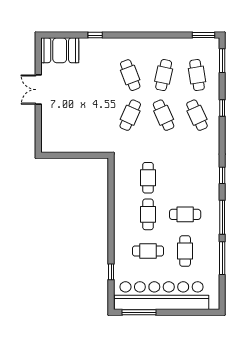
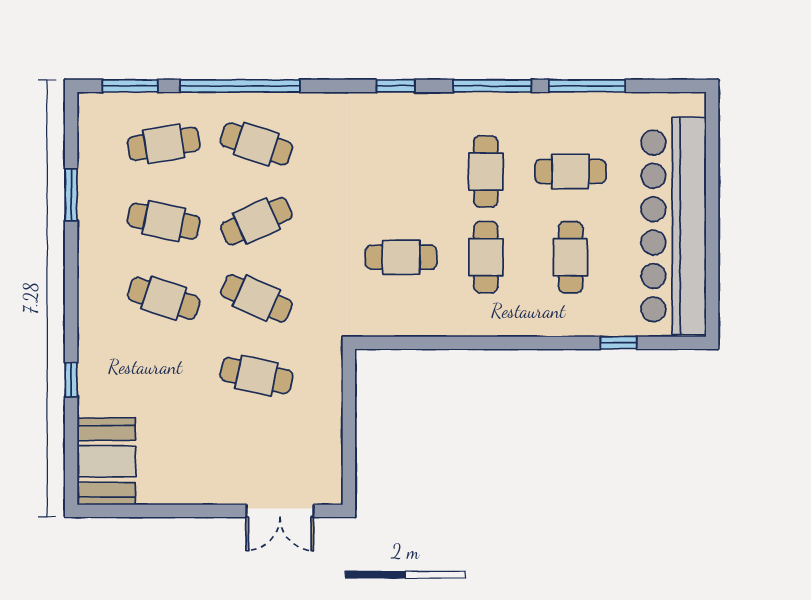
window: (203, 35) -> (71, 195), moved
cafe table: (130, 75) -> (164, 298), turned 39
double door: (38, 90) -> (280, 511), moved
window: (222, 108) -> (240, 86), width x3.17
cafe table: (97, 115) -> (256, 376), added
cafe table: (197, 115) -> (256, 144), turned 42
cafe table: (148, 214) -> (486, 257), turned 90
window: (139, 312) -> (712, 278), removed

